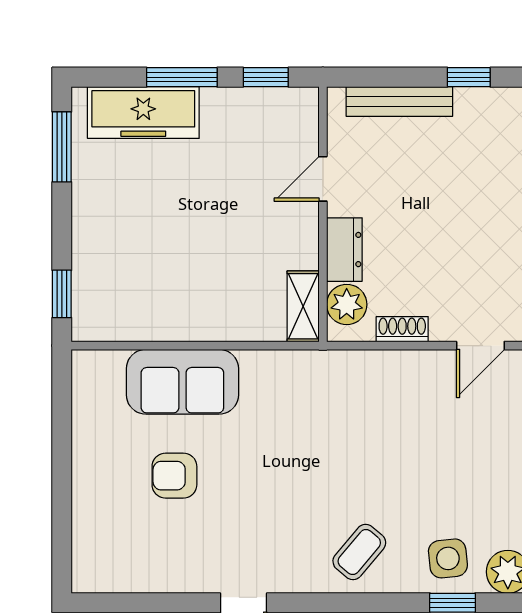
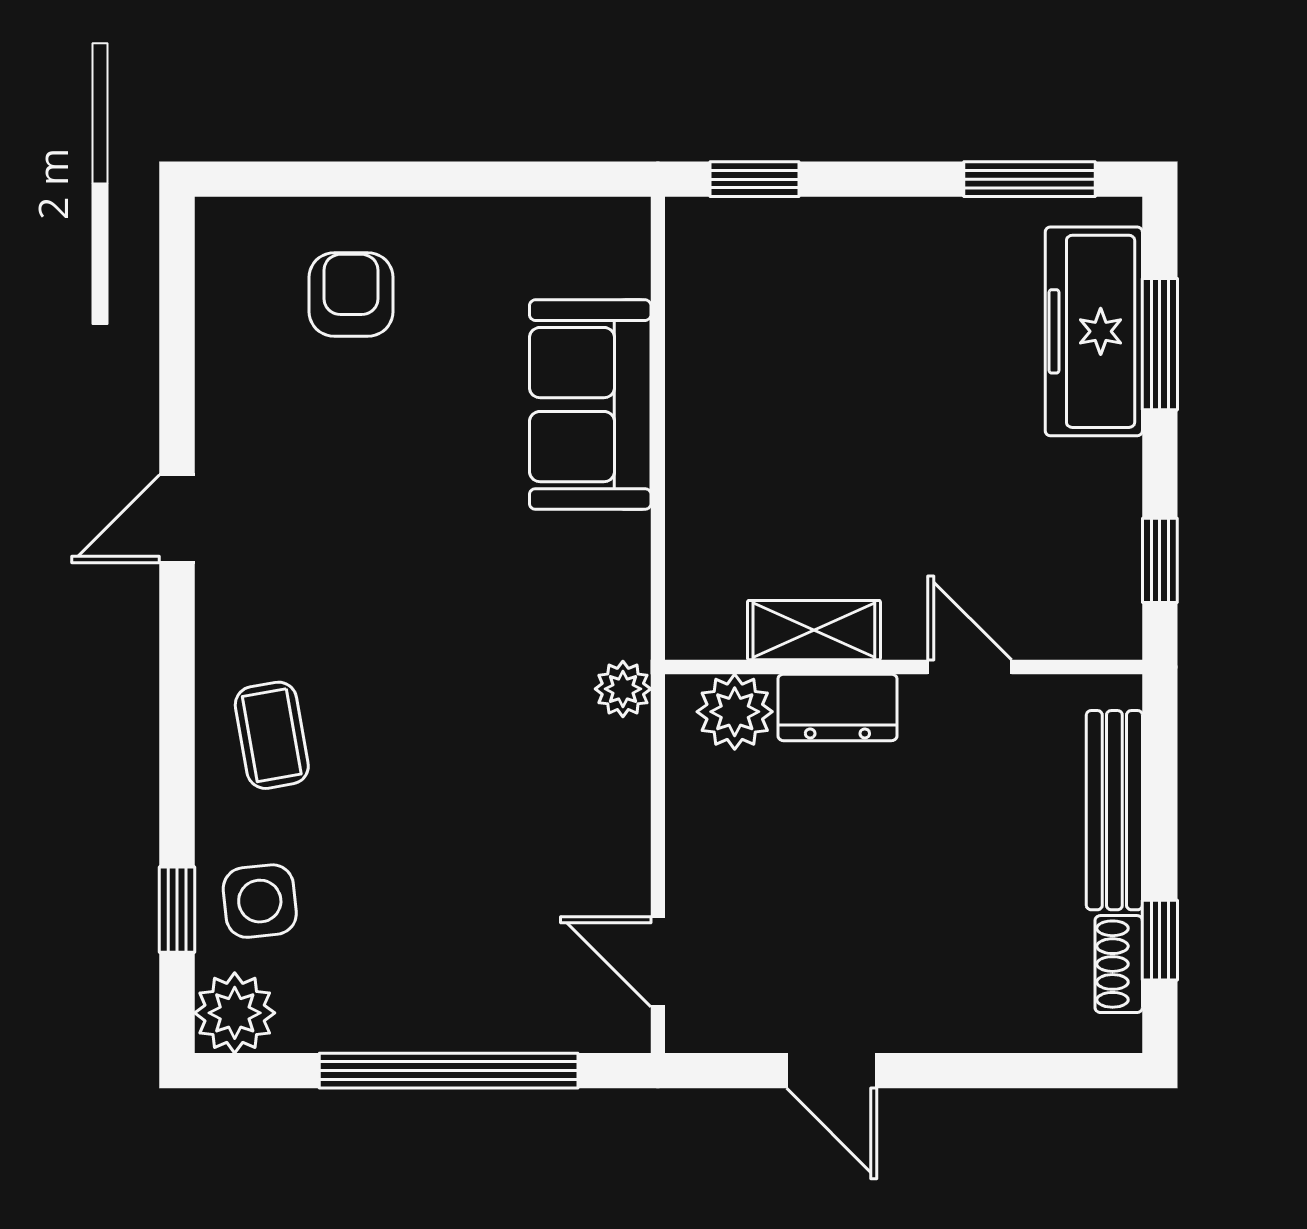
window: (182, 77) -> (1160, 344), moved
shelving: (303, 306) -> (814, 630), moved
shoe rack: (402, 329) -> (1119, 964), moved, turned 180
plant: (335, 364) -> (623, 689), added
armchair: (174, 476) -> (351, 295), moved
coffee table: (359, 552) -> (272, 735), turned 40

